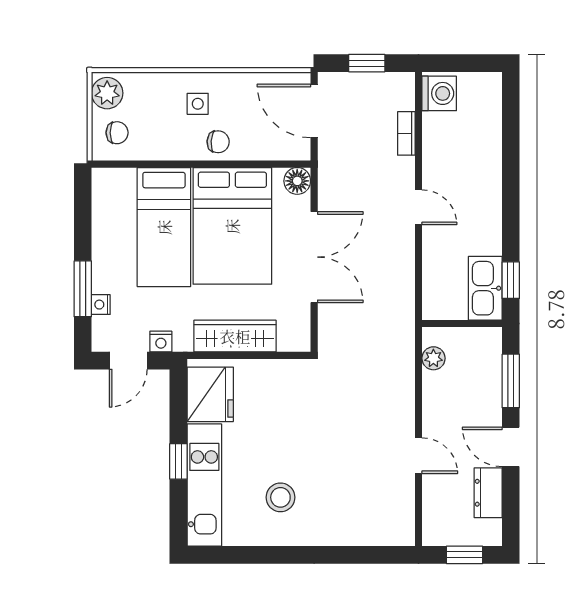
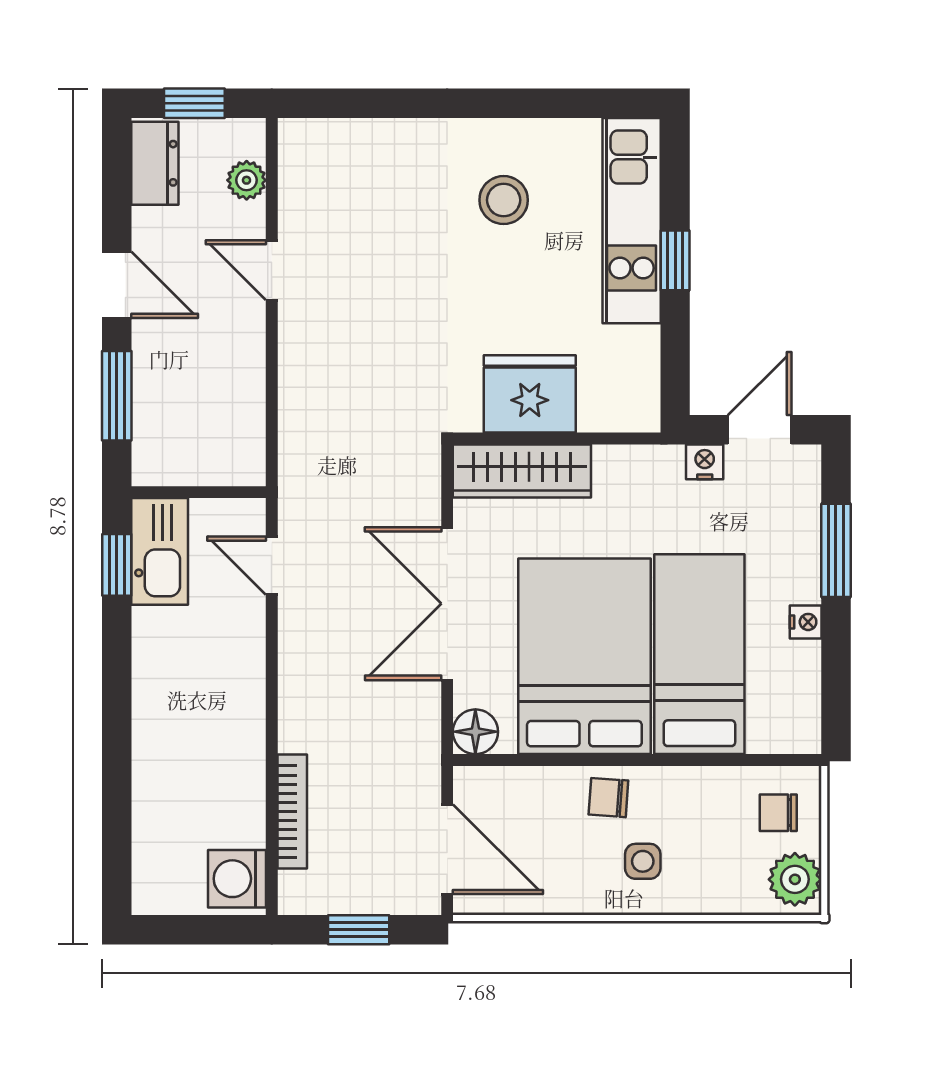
bookcase: (406, 133) -> (292, 812), width x1.56
door: (418, 207) -> (272, 566), moved
nightstand: (101, 305) -> (806, 622), moved
wardrobe: (235, 336) -> (522, 471), moved
plant: (433, 358) -> (247, 180), moved
fridge: (210, 394) -> (530, 394), moved, turned 90
dresser: (488, 493) -> (155, 163), moved

